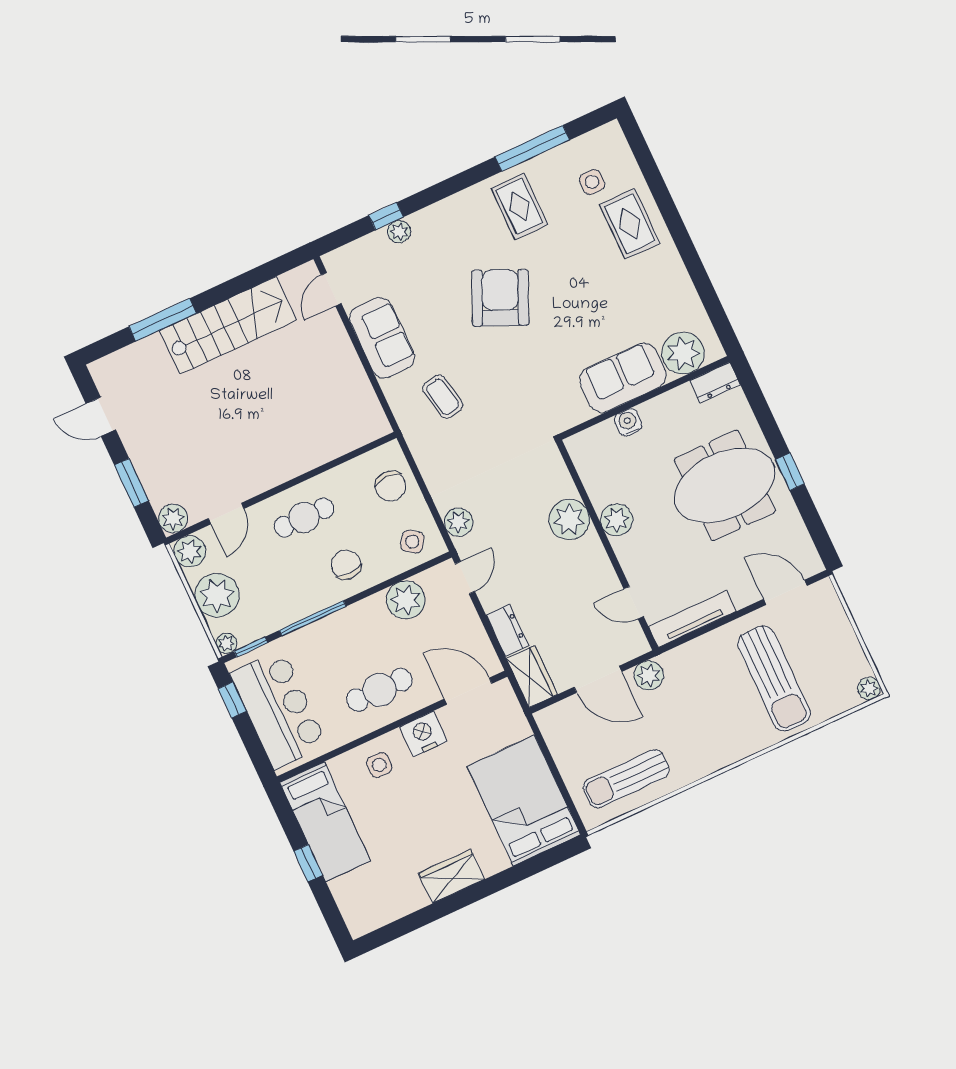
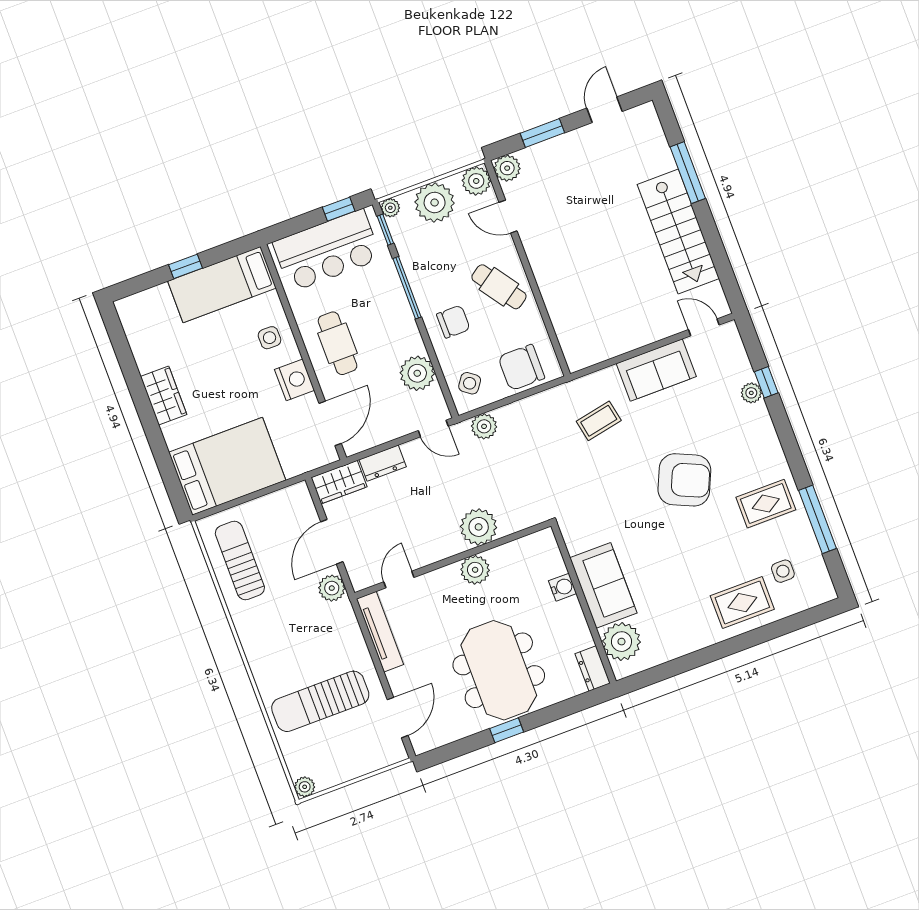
chair: (391, 486) -> (521, 367), width x1.37, depth x1.37
cafe table: (304, 517) -> (499, 287), turned -35

